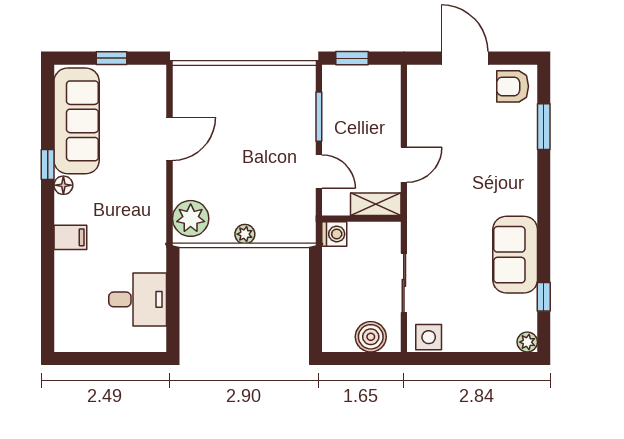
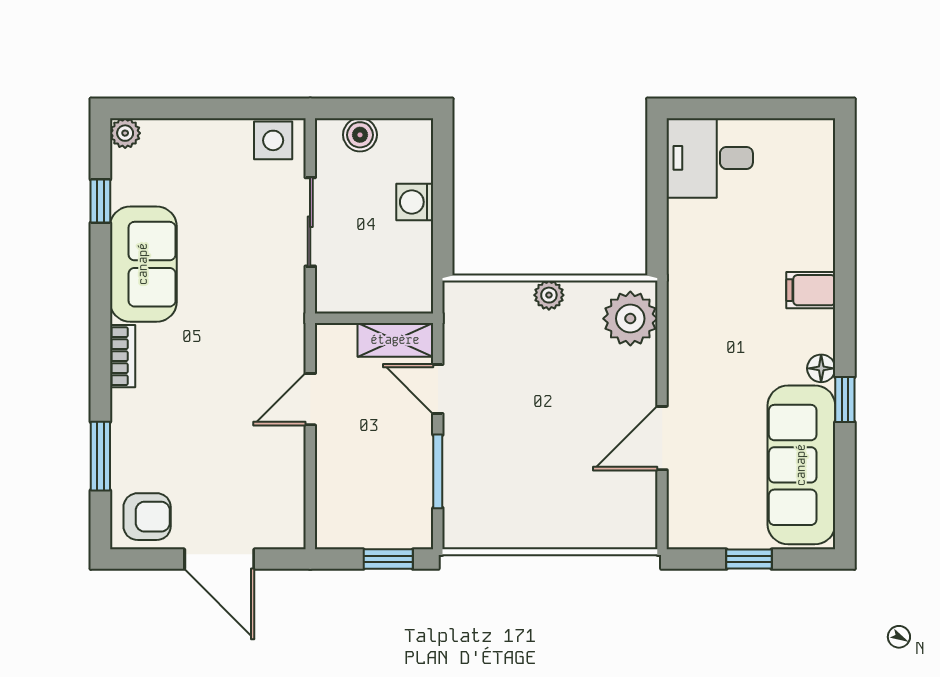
bookcase: (529, 193) -> (123, 356), added
shelving: (376, 204) -> (395, 340), moved
washing machine: (334, 234) -> (415, 202), moved
desk: (138, 299) -> (710, 158), moved
boiler: (371, 337) -> (360, 135), width x0.73, depth x0.73

